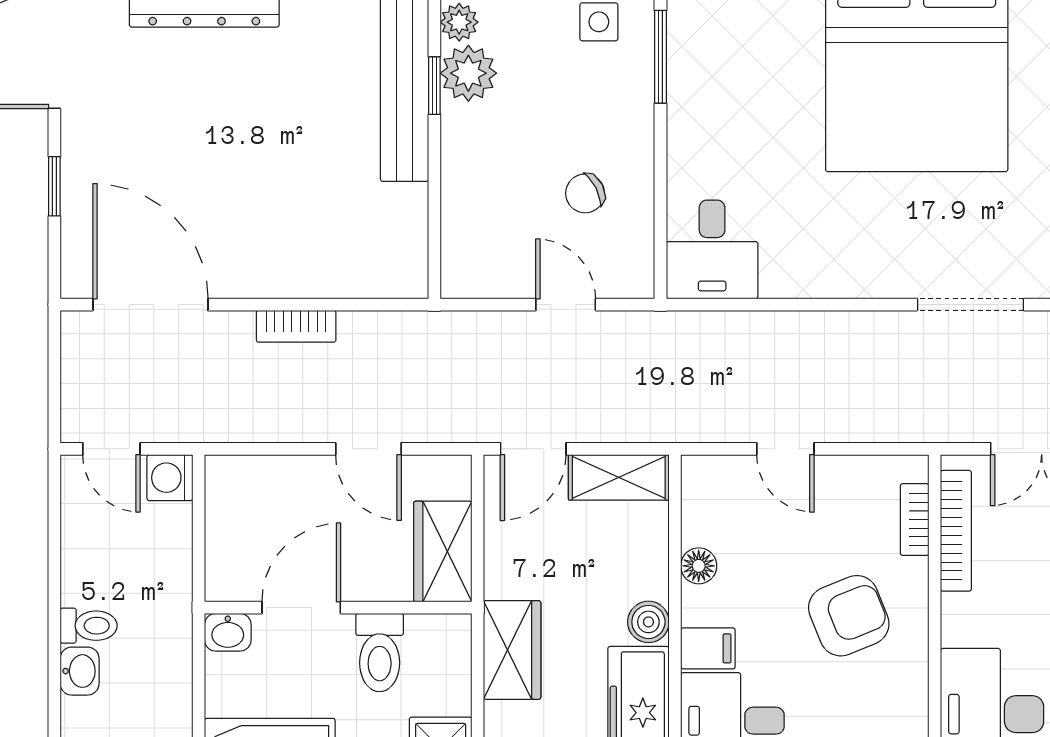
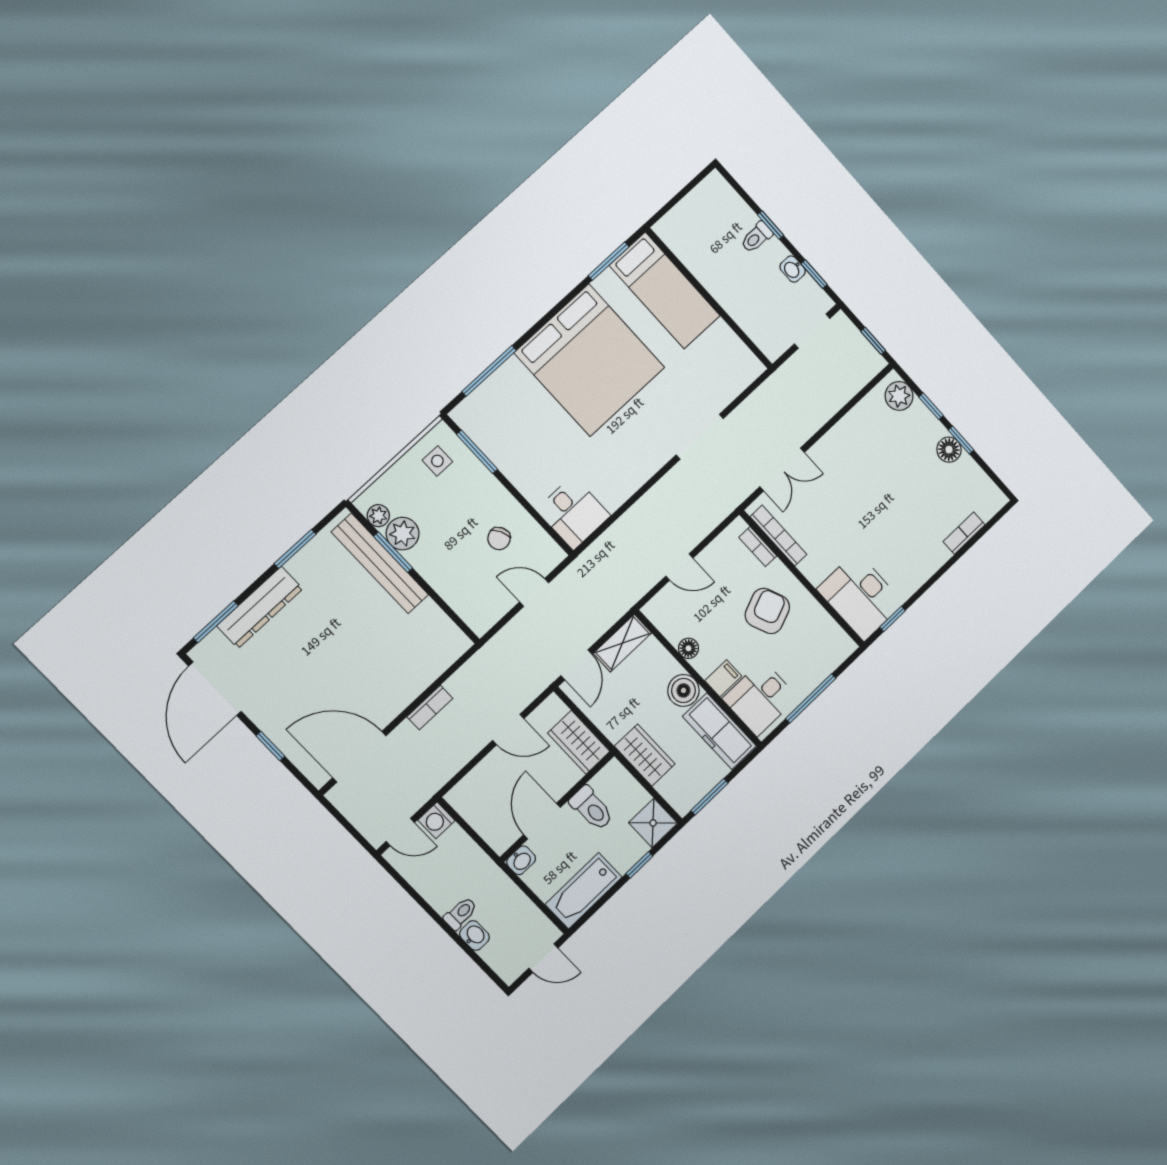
window: (434, 86) -> (393, 552), width x1.50
boiler: (648, 622) -> (683, 690), width x1.36, depth x1.36

